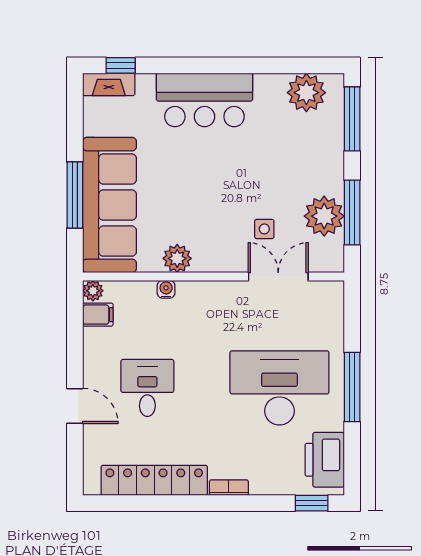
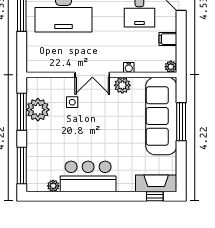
fireplace: (109, 84) -> (156, 183), width x1.37, depth x1.32
plant: (306, 93) -> (53, 186), width x0.53, depth x0.53
bar counter: (204, 100) -> (88, 176), moved
double door: (278, 277) -> (92, 75), moved
filing cabinet: (98, 315) -> (168, 39), moved

